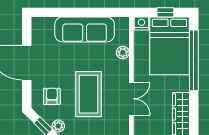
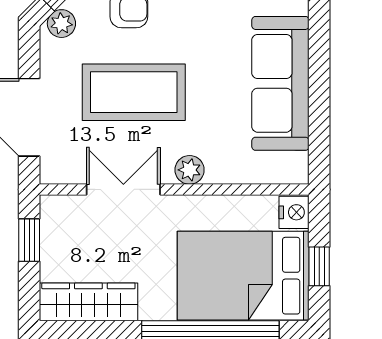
plant: (123, 53) -> (190, 170), moved
double door: (131, 99) -> (123, 189), swing flipped

